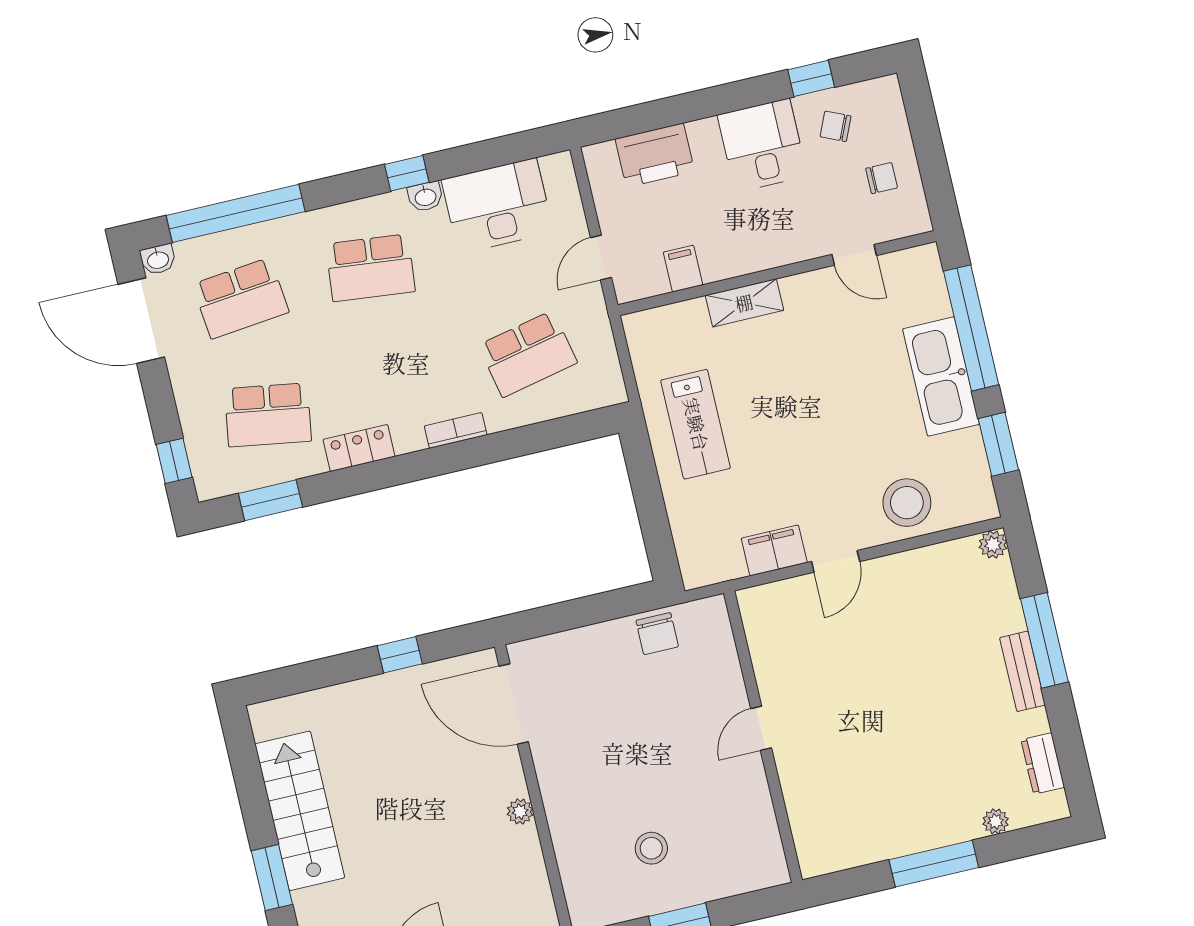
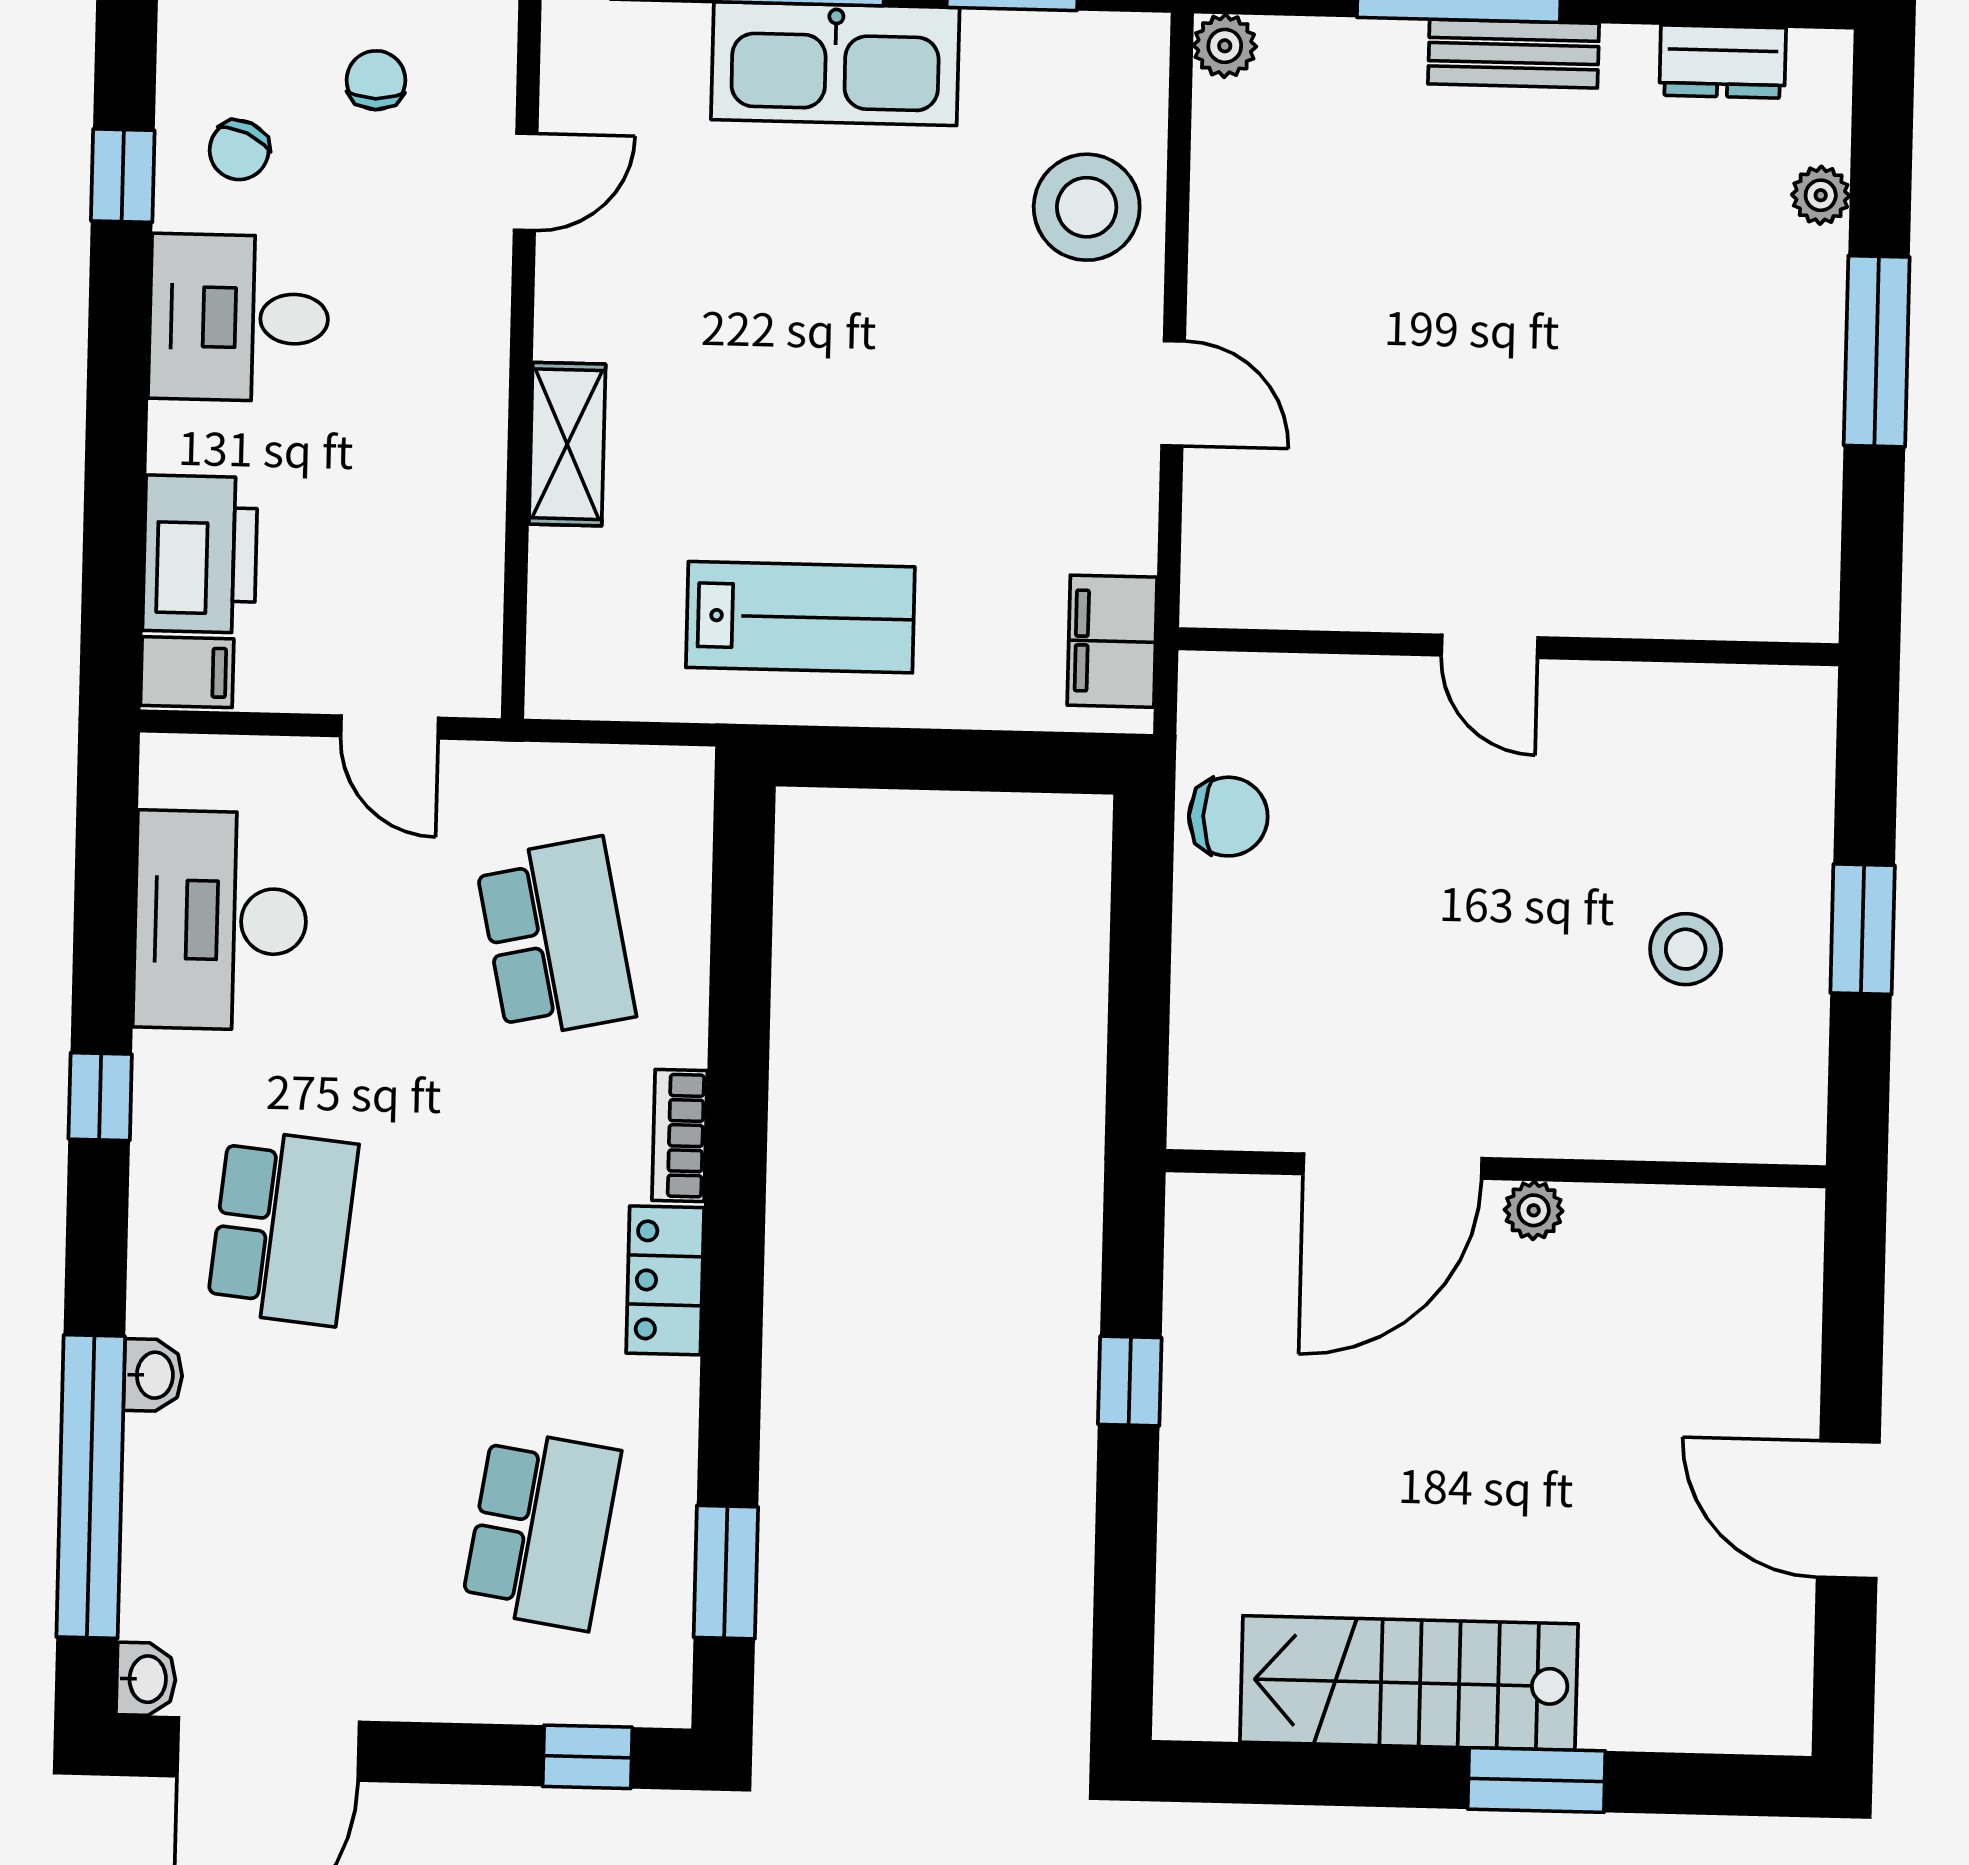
washbasin: (425, 197) -> (153, 1375), moved
filing cabinet: (683, 269) -> (187, 672), moved, turned 180
school desk: (241, 298) -> (275, 1523), removed
locker: (359, 448) -> (665, 1280), moved
filing cabinet: (774, 550) -> (1112, 641), moved
door: (514, 704) -> (1393, 1166), moved

